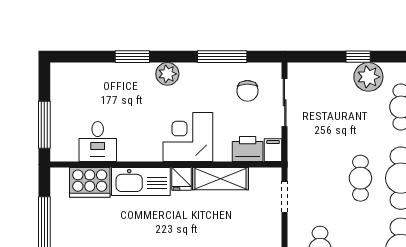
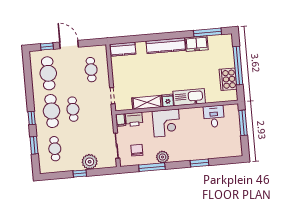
plant: (167, 74) -> (162, 157), moved
plant: (368, 77) -> (90, 162), moved
cooker: (90, 182) -> (228, 79), moved, turned -90

